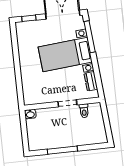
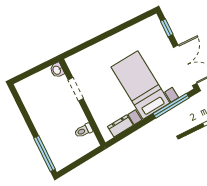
doorway: (67, 103) -> (76, 89), moved
window: (62, 150) -> (45, 154), moved

